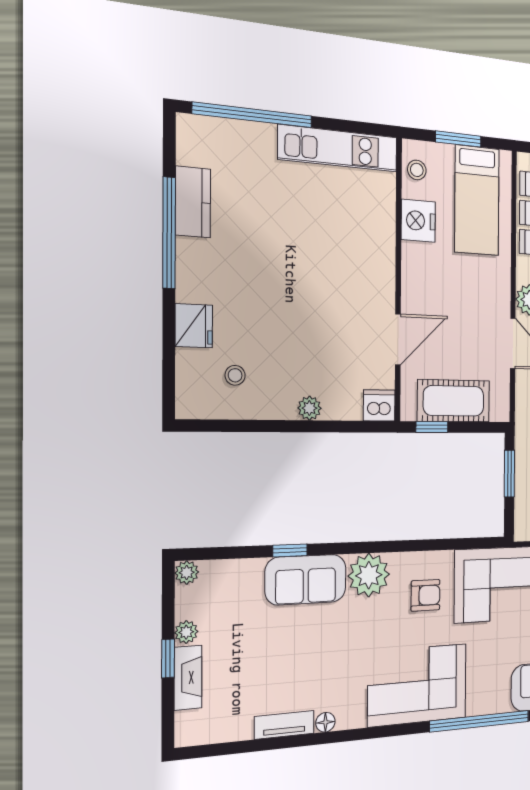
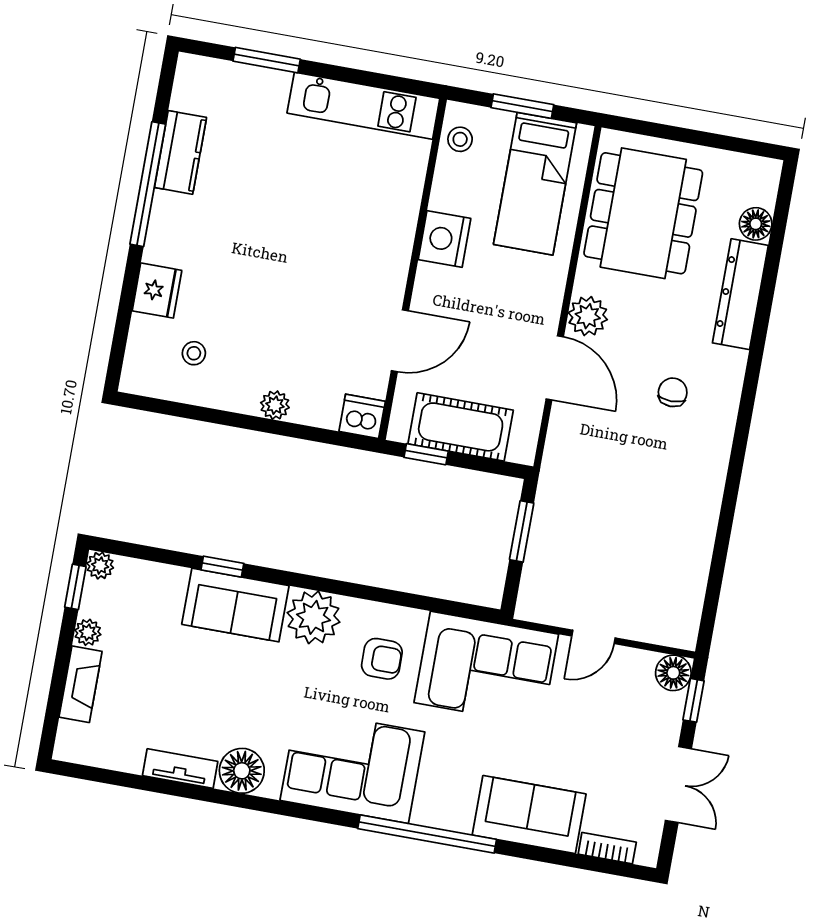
window: (253, 115) -> (267, 60), width x0.47
nightstand: (418, 221) -> (444, 239), moved
window: (168, 658) -> (75, 587), moved
floor lamp: (325, 722) -> (242, 771), width x1.89, depth x1.89

